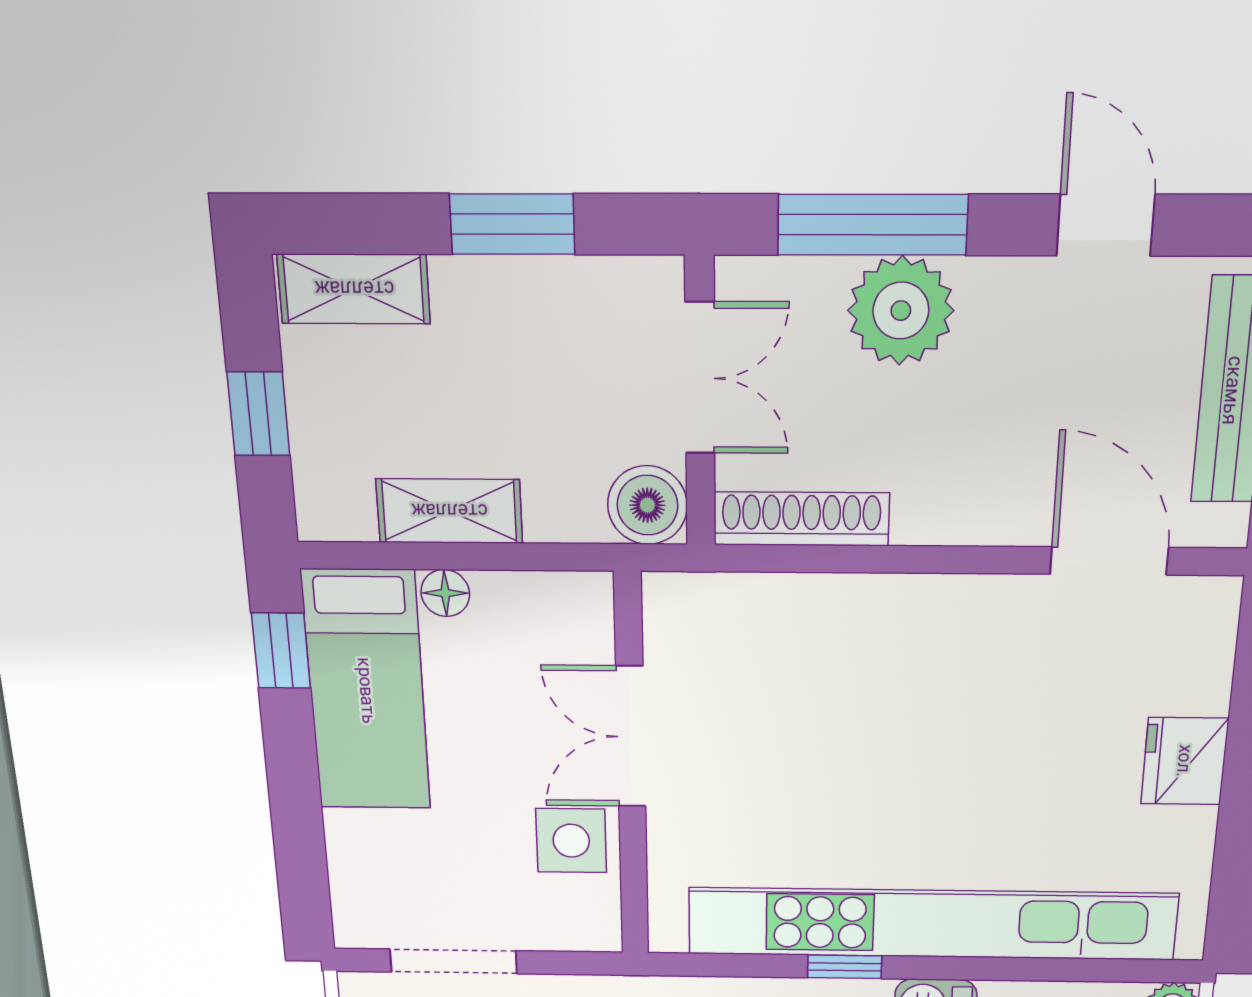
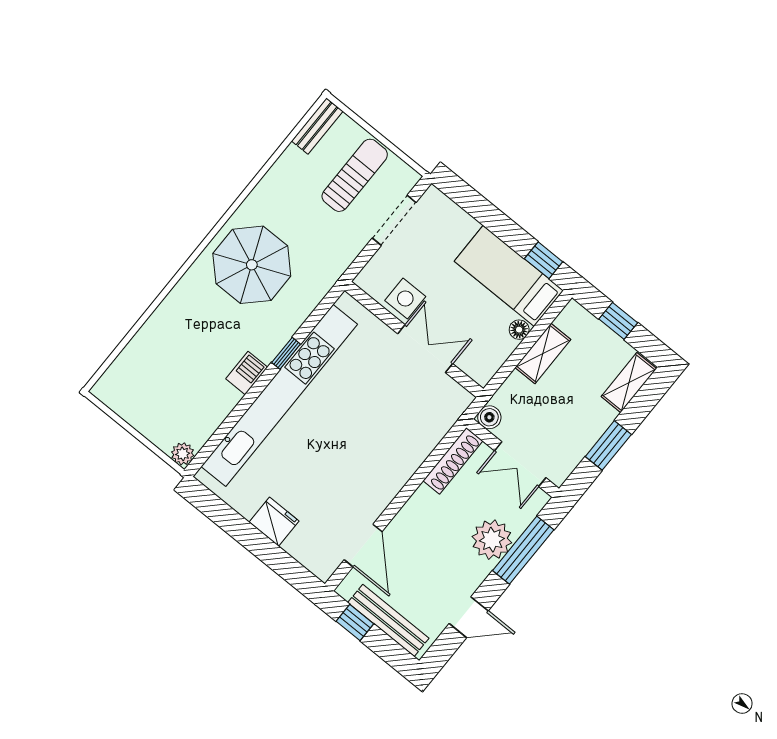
boiler: (647, 505) -> (489, 417), width x0.73, depth x0.73
door: (1109, 561) -> (363, 546), hinge flipped

